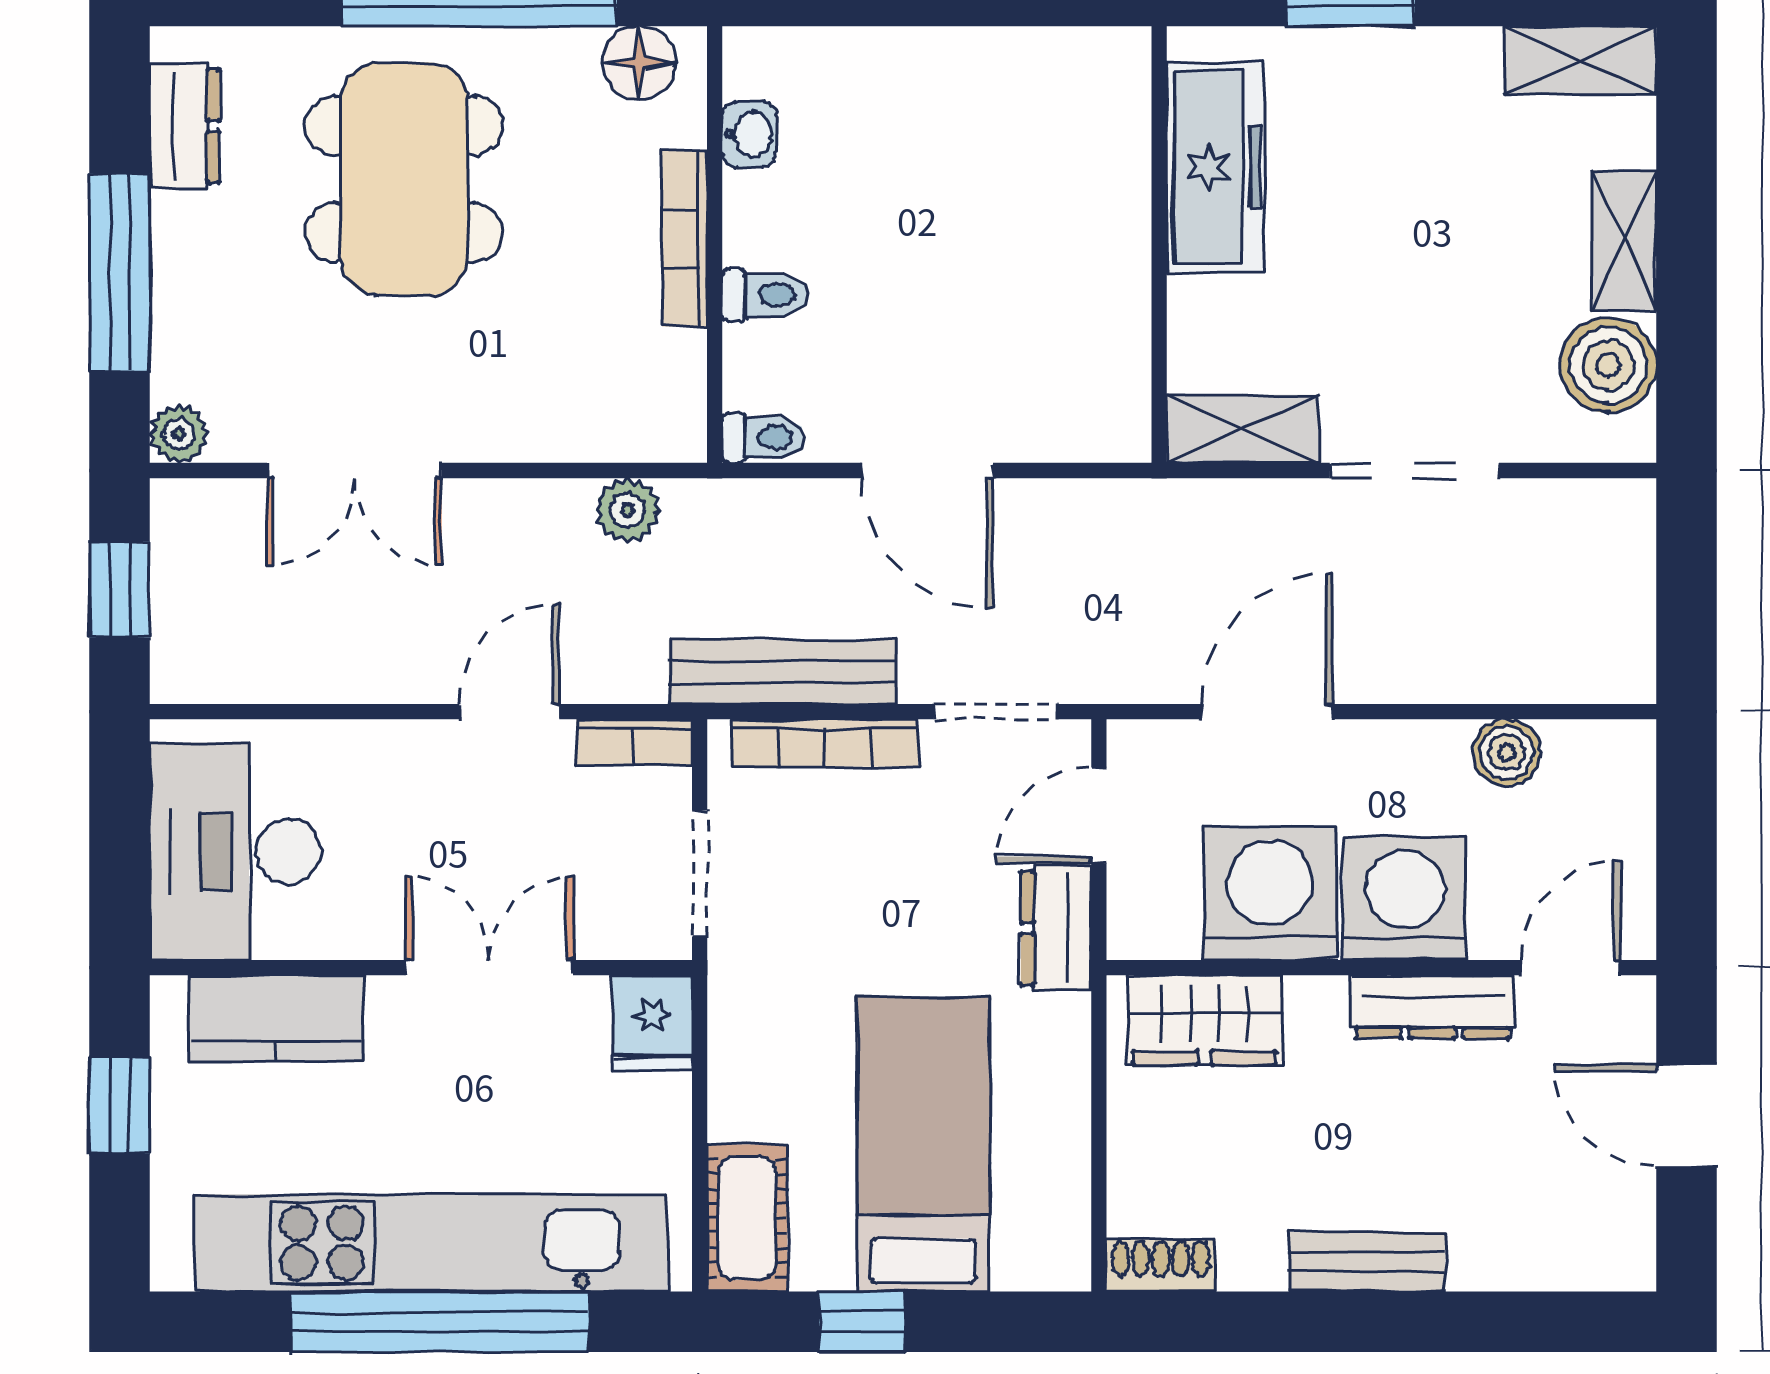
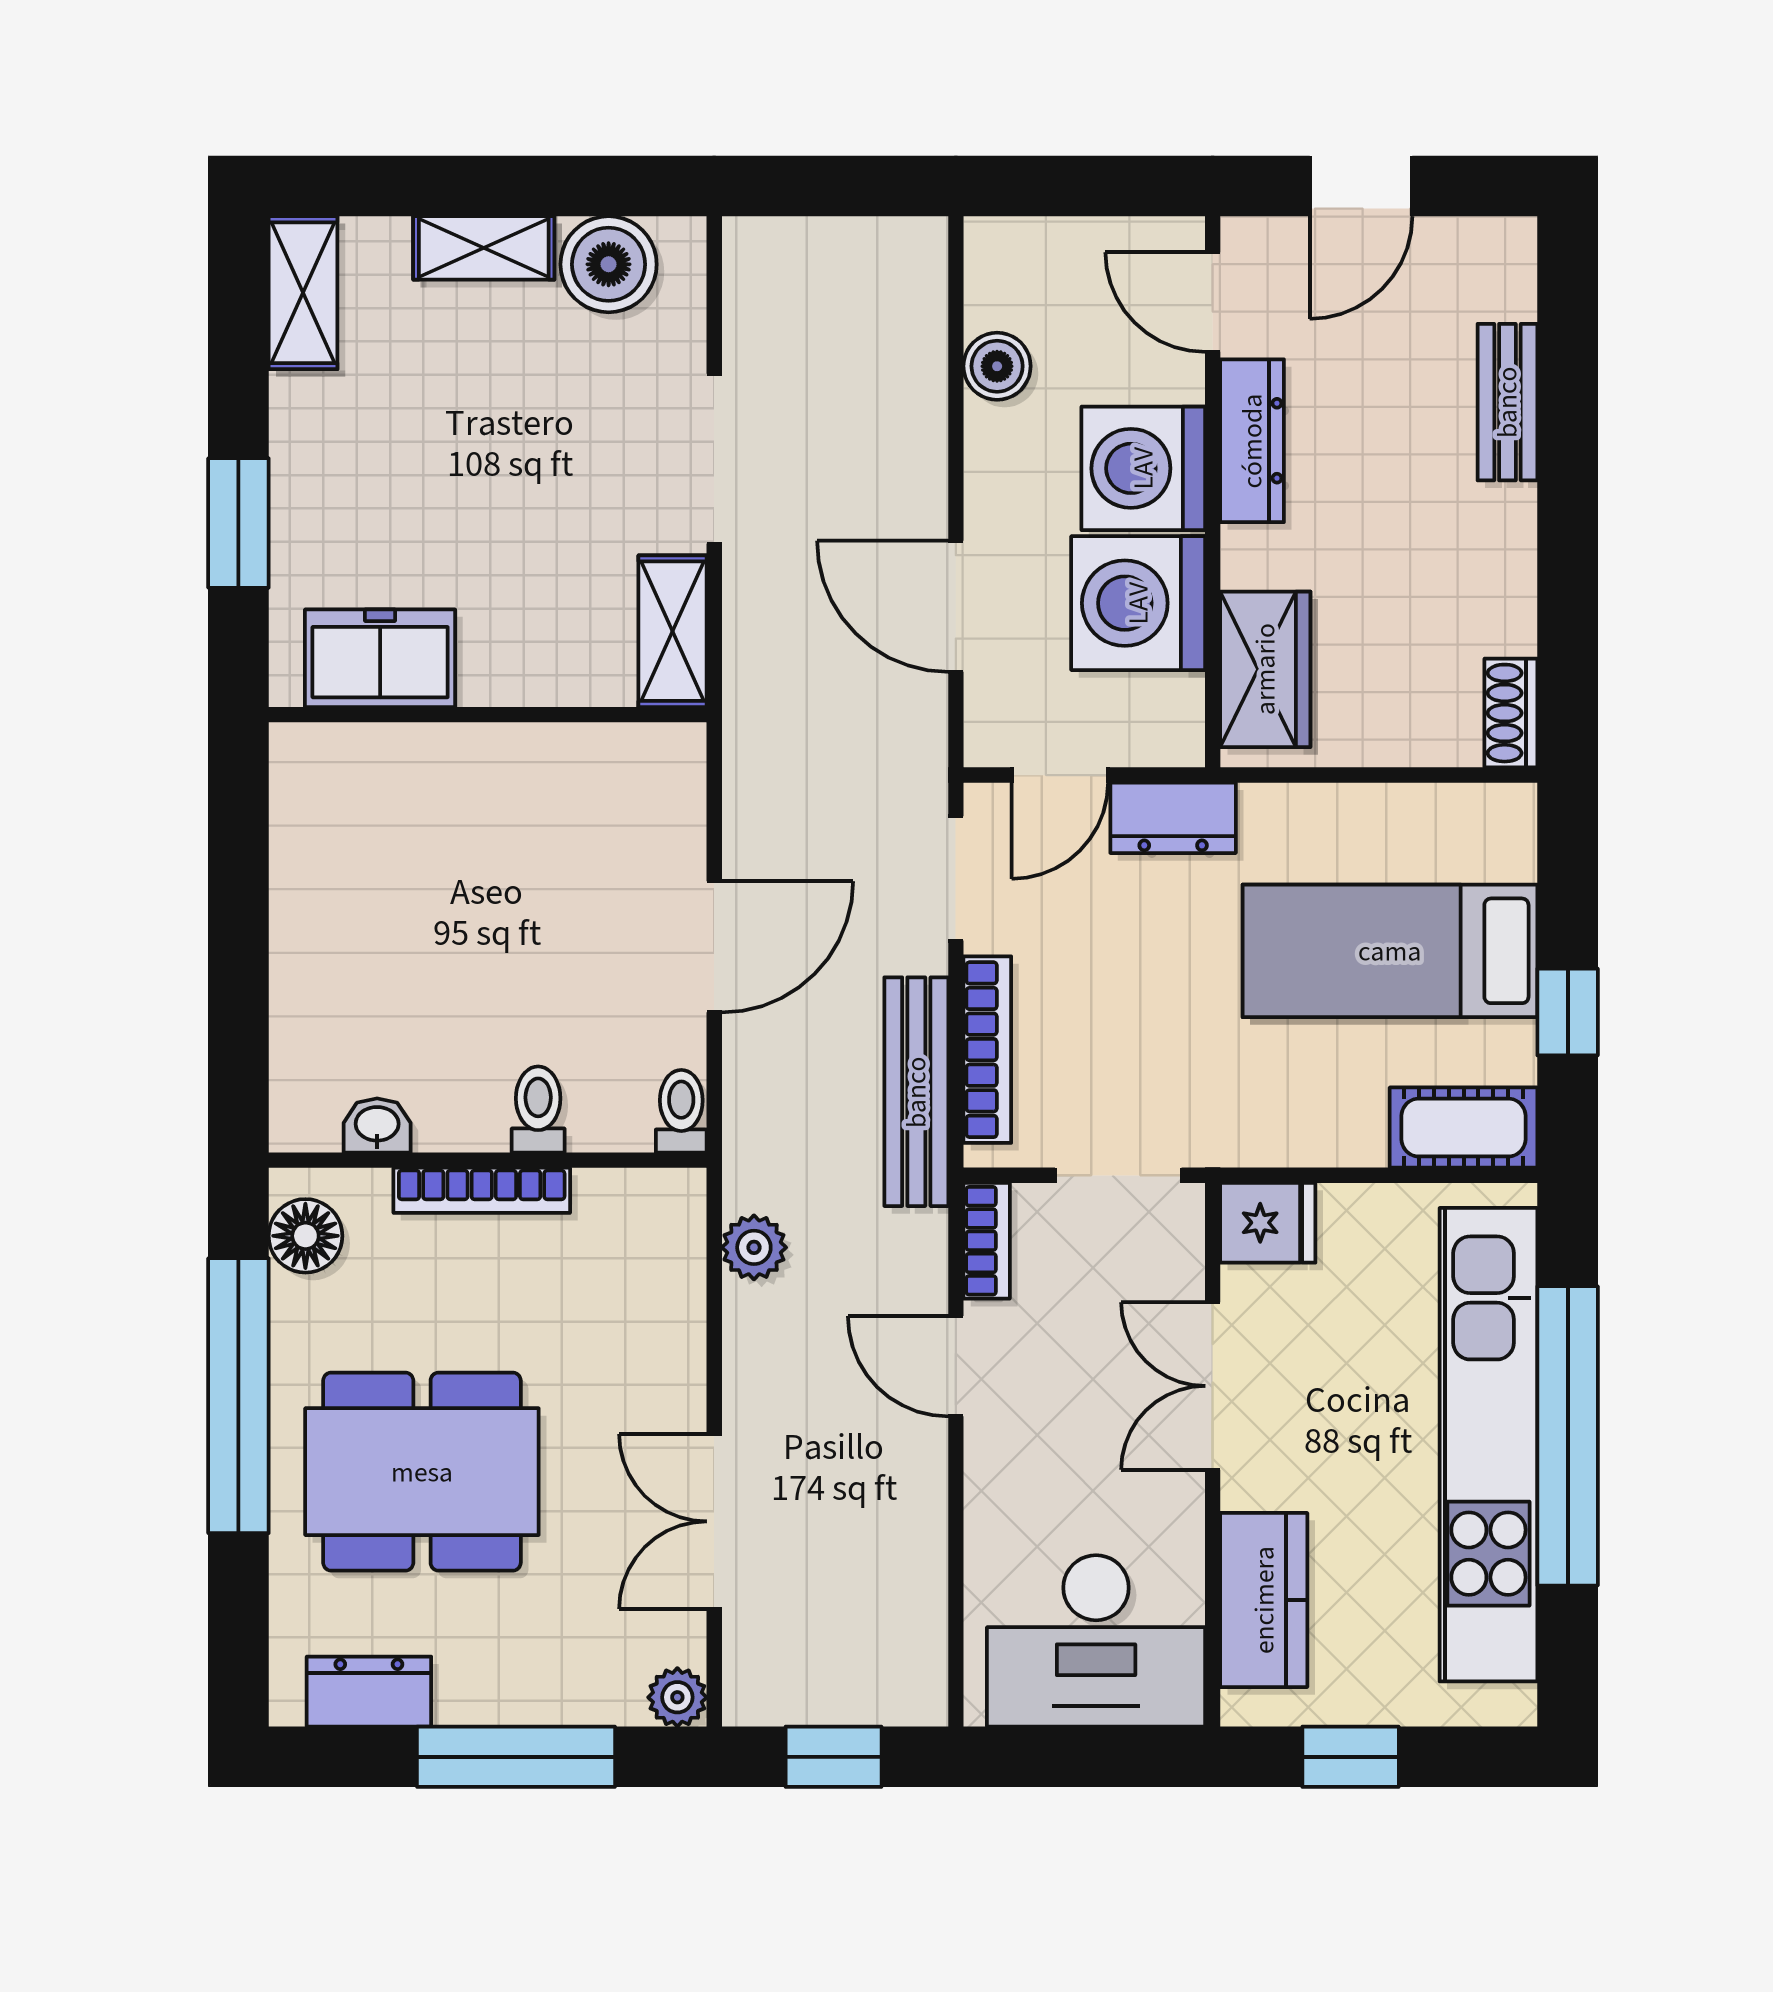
freezer: (1215, 167) -> (380, 658), width x0.71
double door: (354, 470) -> (714, 1521), swing flipped
door: (1099, 815) -> (1060, 775), hinge flipped
bench: (1367, 1262) -> (1507, 402), moved

